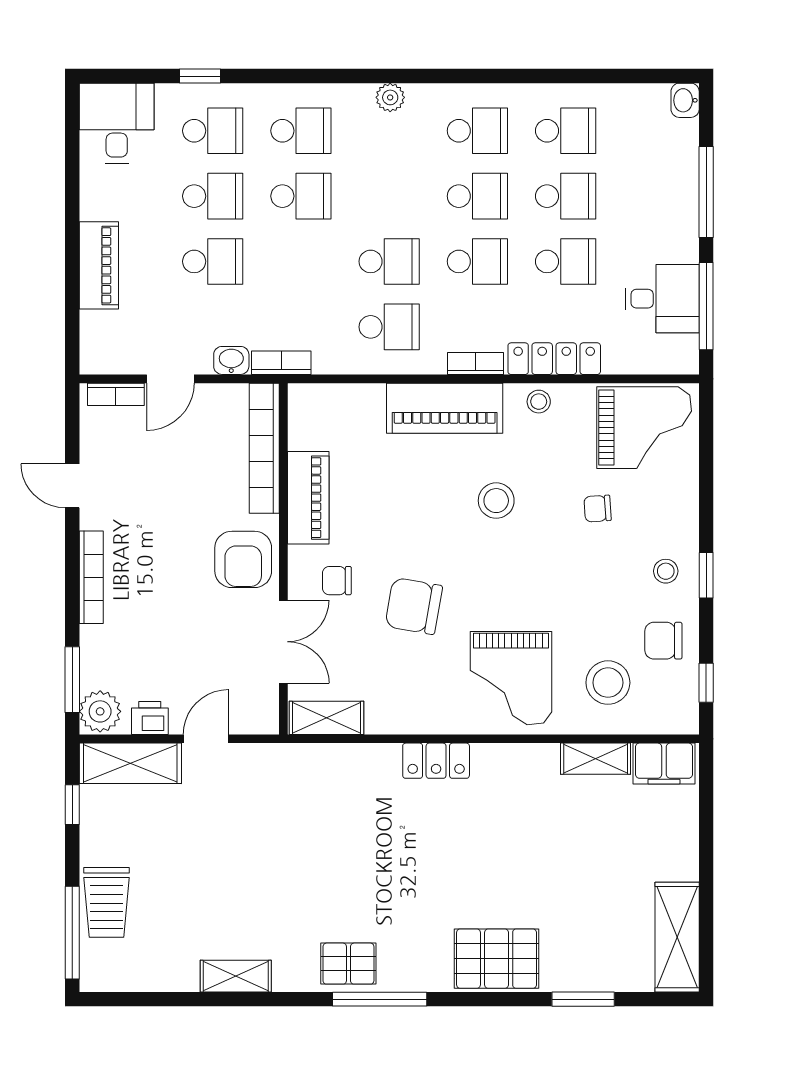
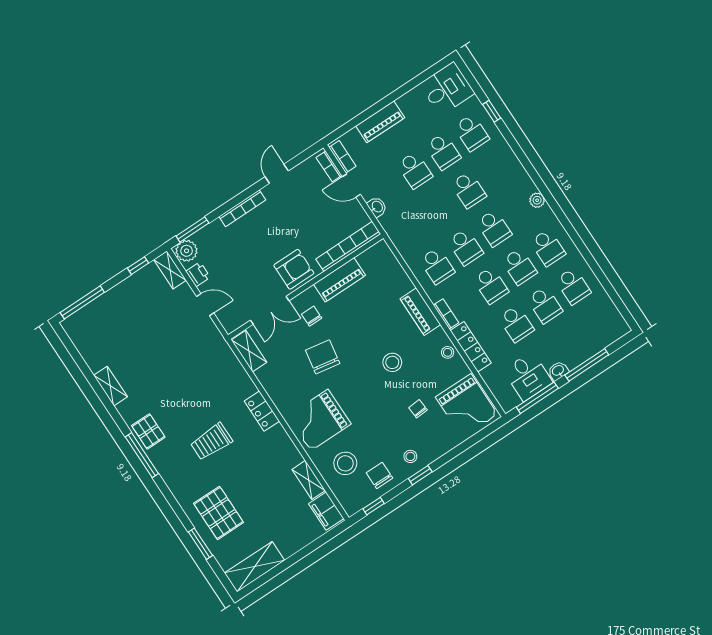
washbasin: (685, 100) -> (558, 371), moved
school desk: (301, 131) -> (494, 228), moved
bookcase: (281, 363) -> (342, 157), moved
piano: (445, 408) -> (420, 312), width x0.73, depth x0.75
armchair: (243, 559) -> (294, 269), turned 180
shelving: (130, 763) -> (170, 270), width x0.67, depth x0.75
trolley: (106, 902) -> (211, 442), moved
pallet: (497, 959) -> (219, 513), moved

